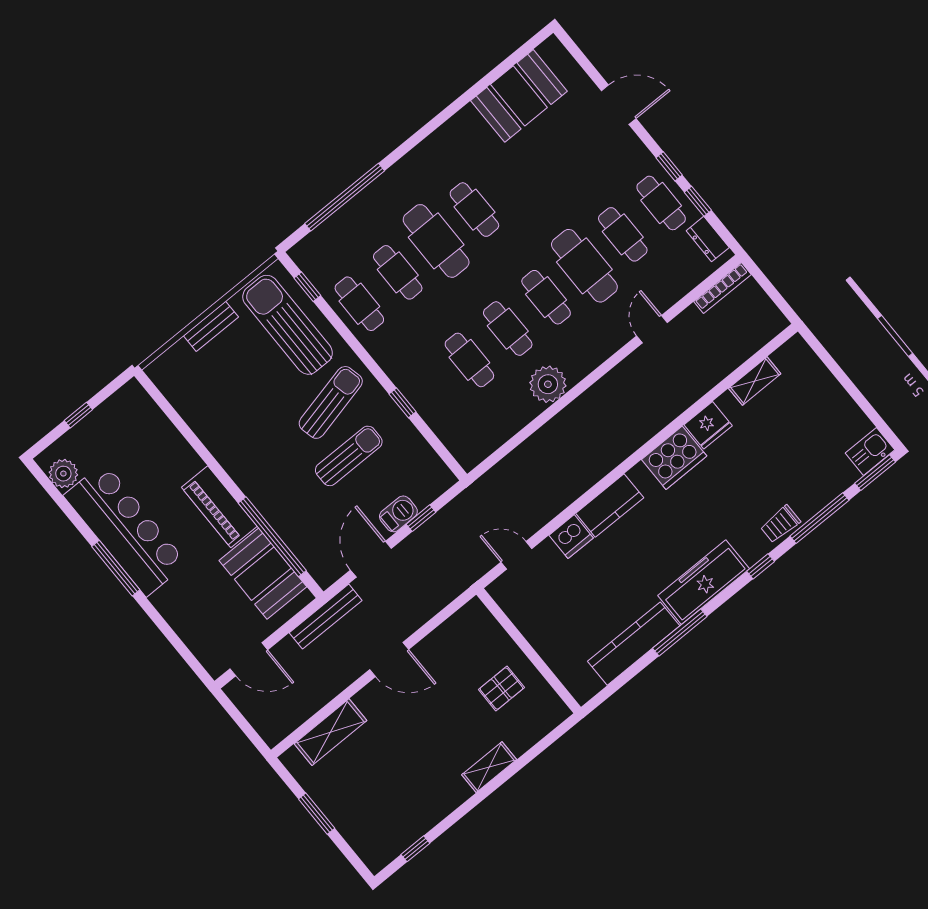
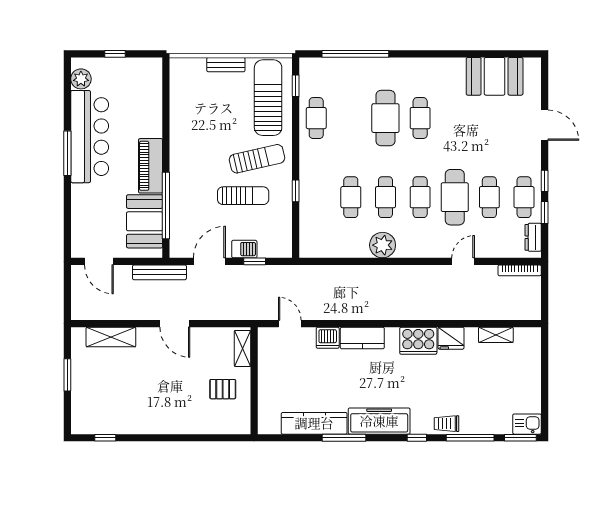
cafe table: (398, 272) -> (351, 118), removed
shelving: (489, 767) -> (242, 348), moved, turned 90

